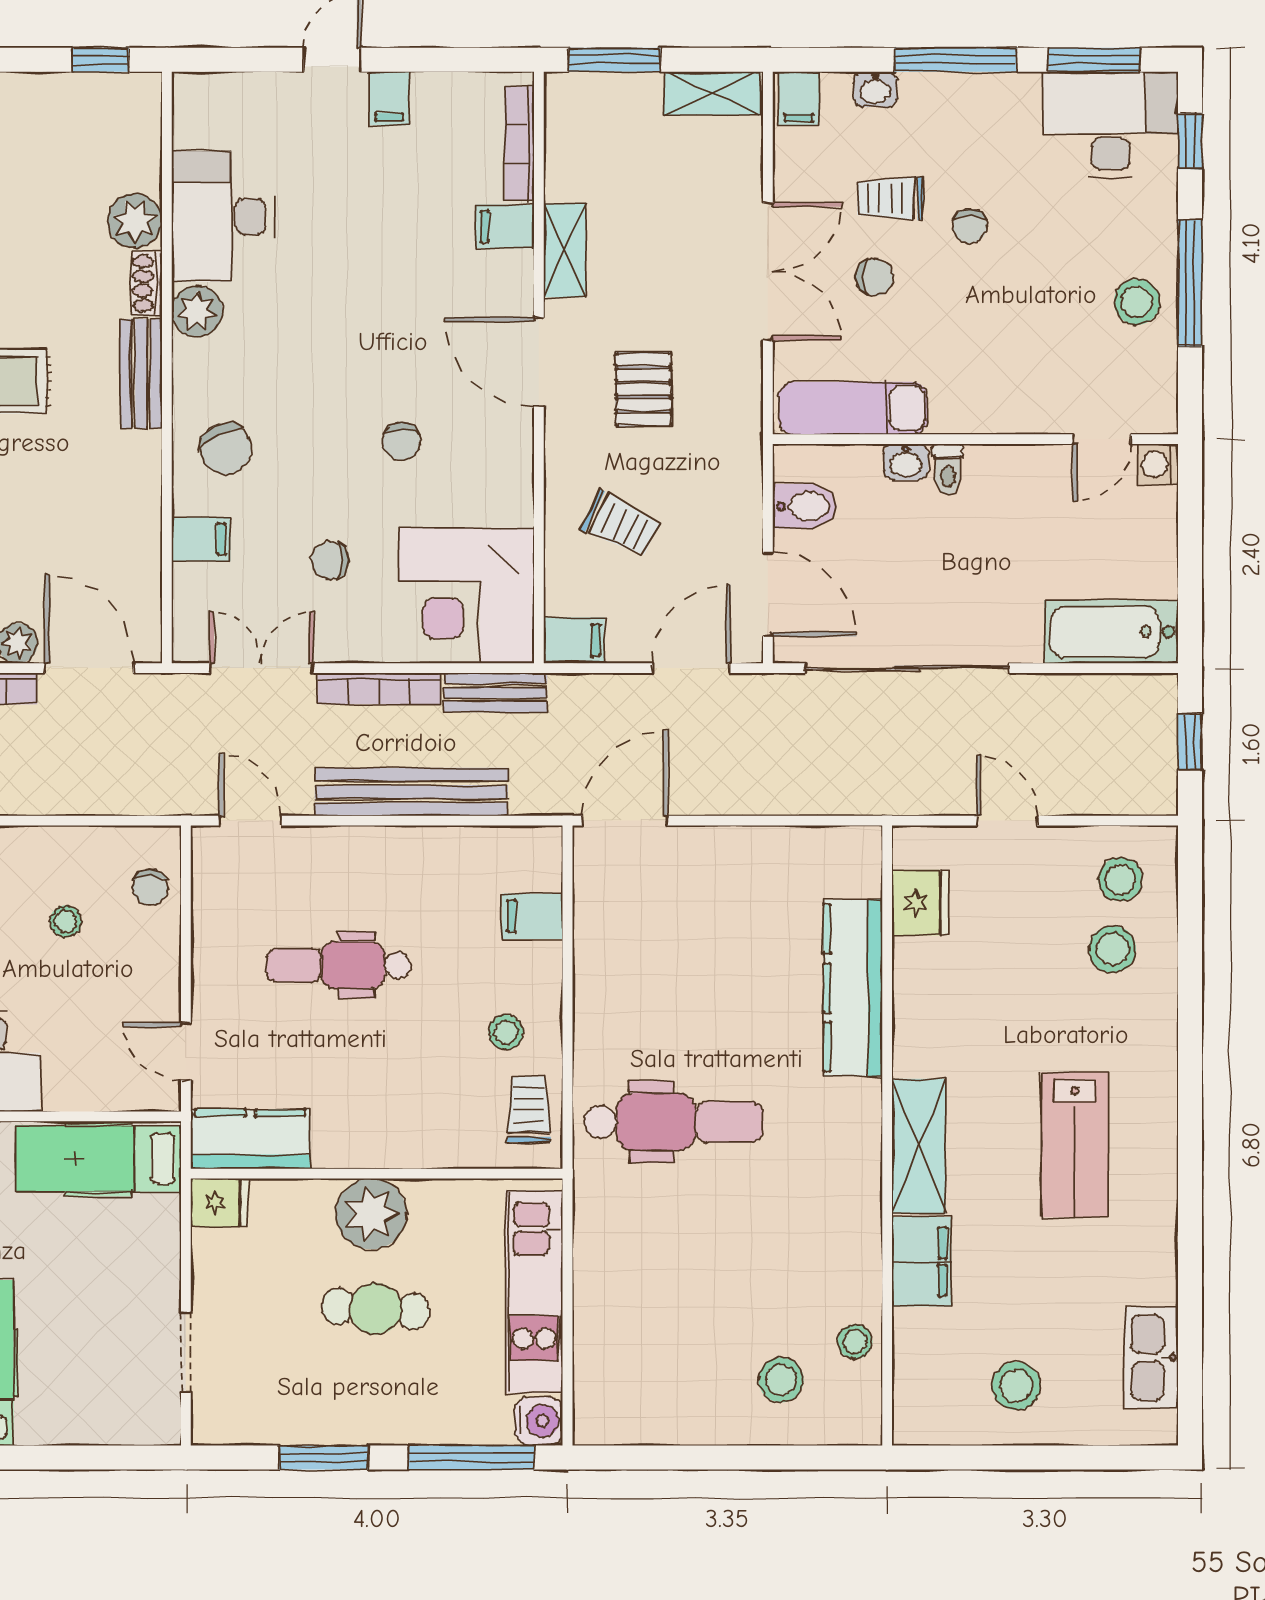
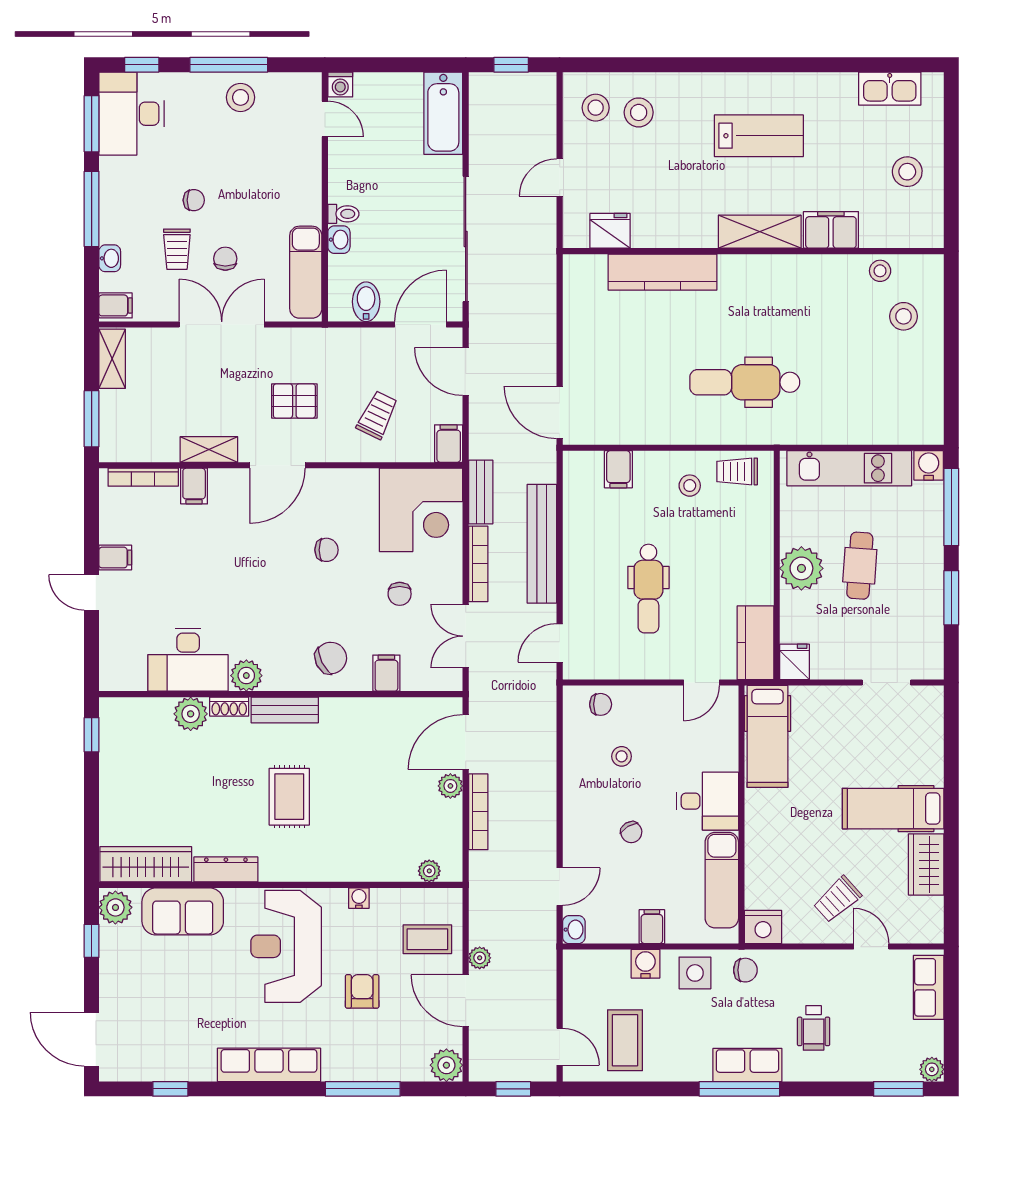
dental chair: (674, 1122) -> (745, 382), turned -90

